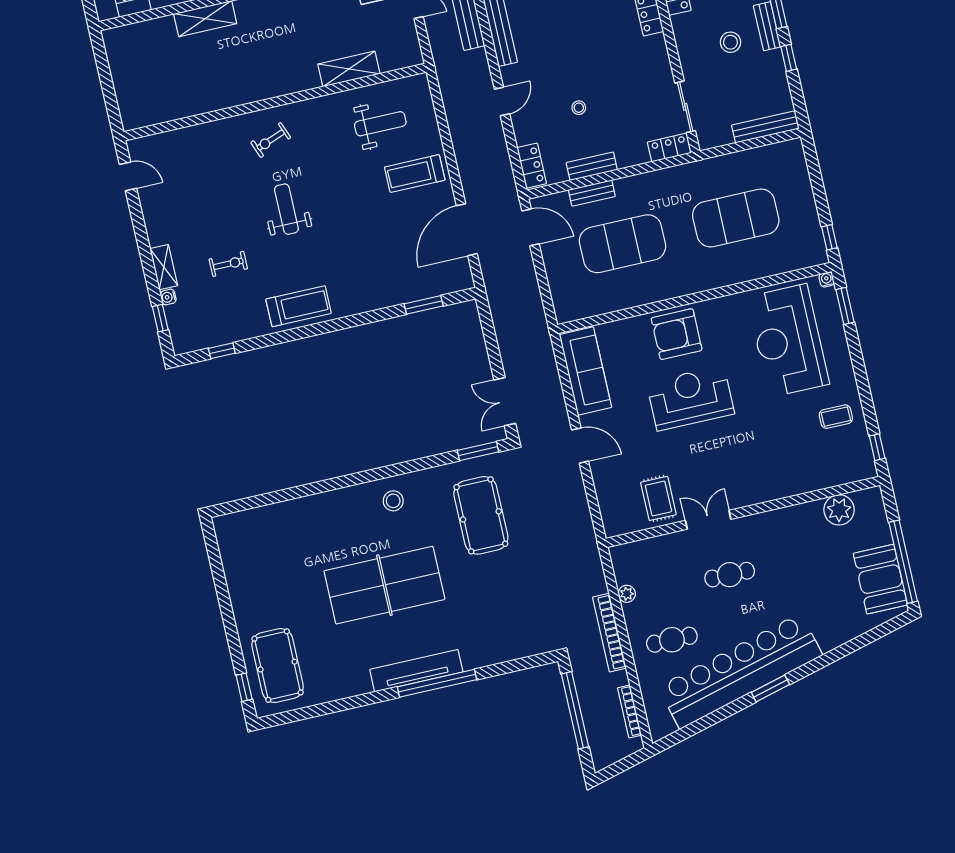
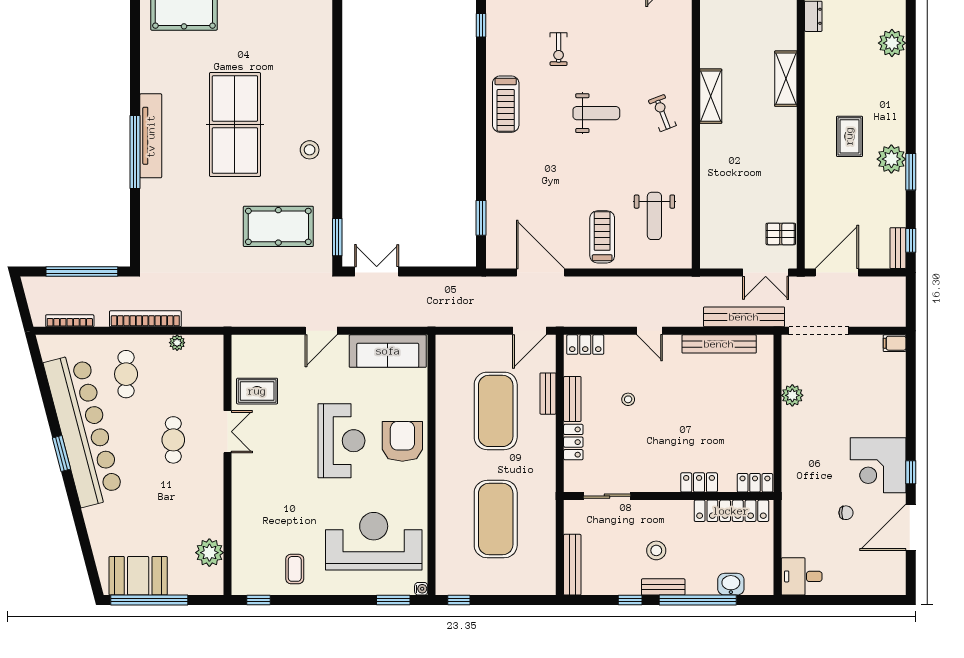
shelving: (349, 69) -> (711, 96), moved
locker: (669, 148) -> (573, 442), moved

